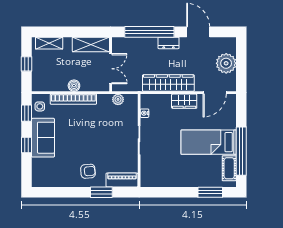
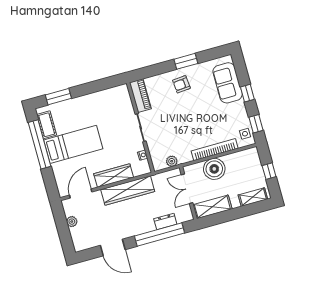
dresser: (169, 43) -> (165, 222), moved
plant: (226, 63) -> (72, 222), width x0.53, depth x0.53
boiler: (74, 86) -> (214, 169), width x1.86, depth x1.86
wardrobe: (184, 101) -> (114, 176), width x1.50
sofa: (43, 138) -> (228, 83), moved
piano: (122, 180) -> (140, 96), moved, turned -90
window: (101, 192) -> (186, 61), moved

